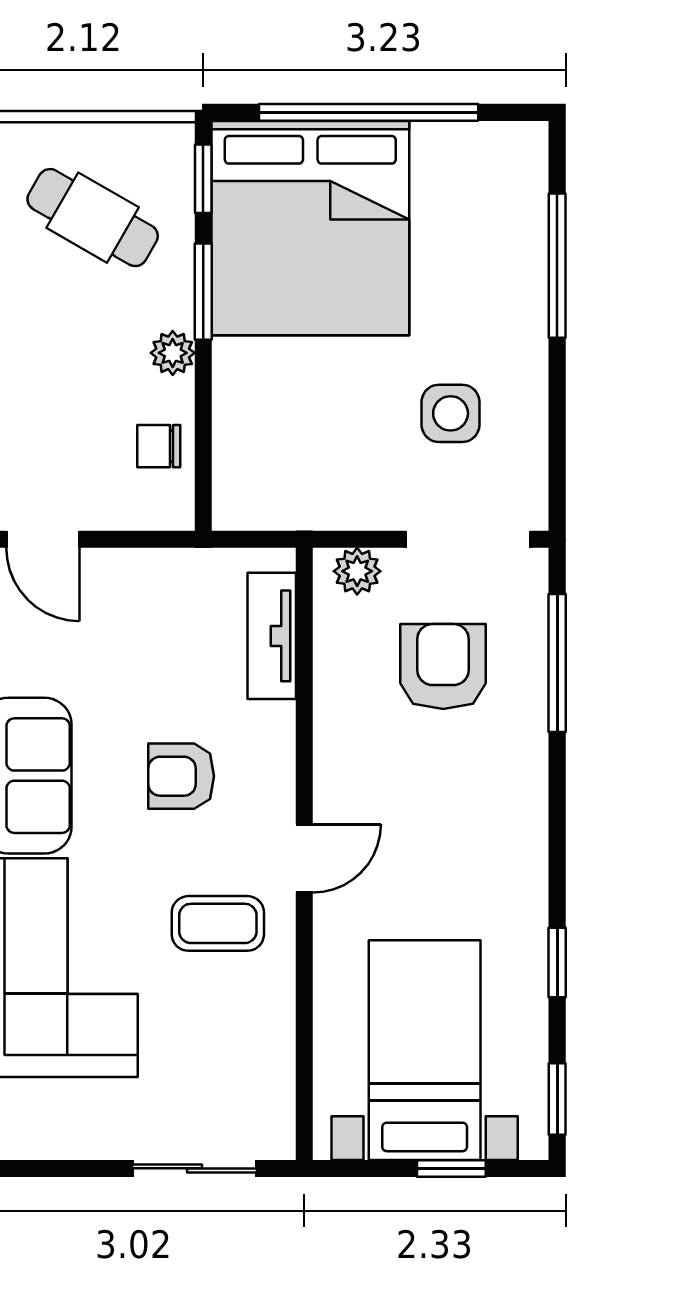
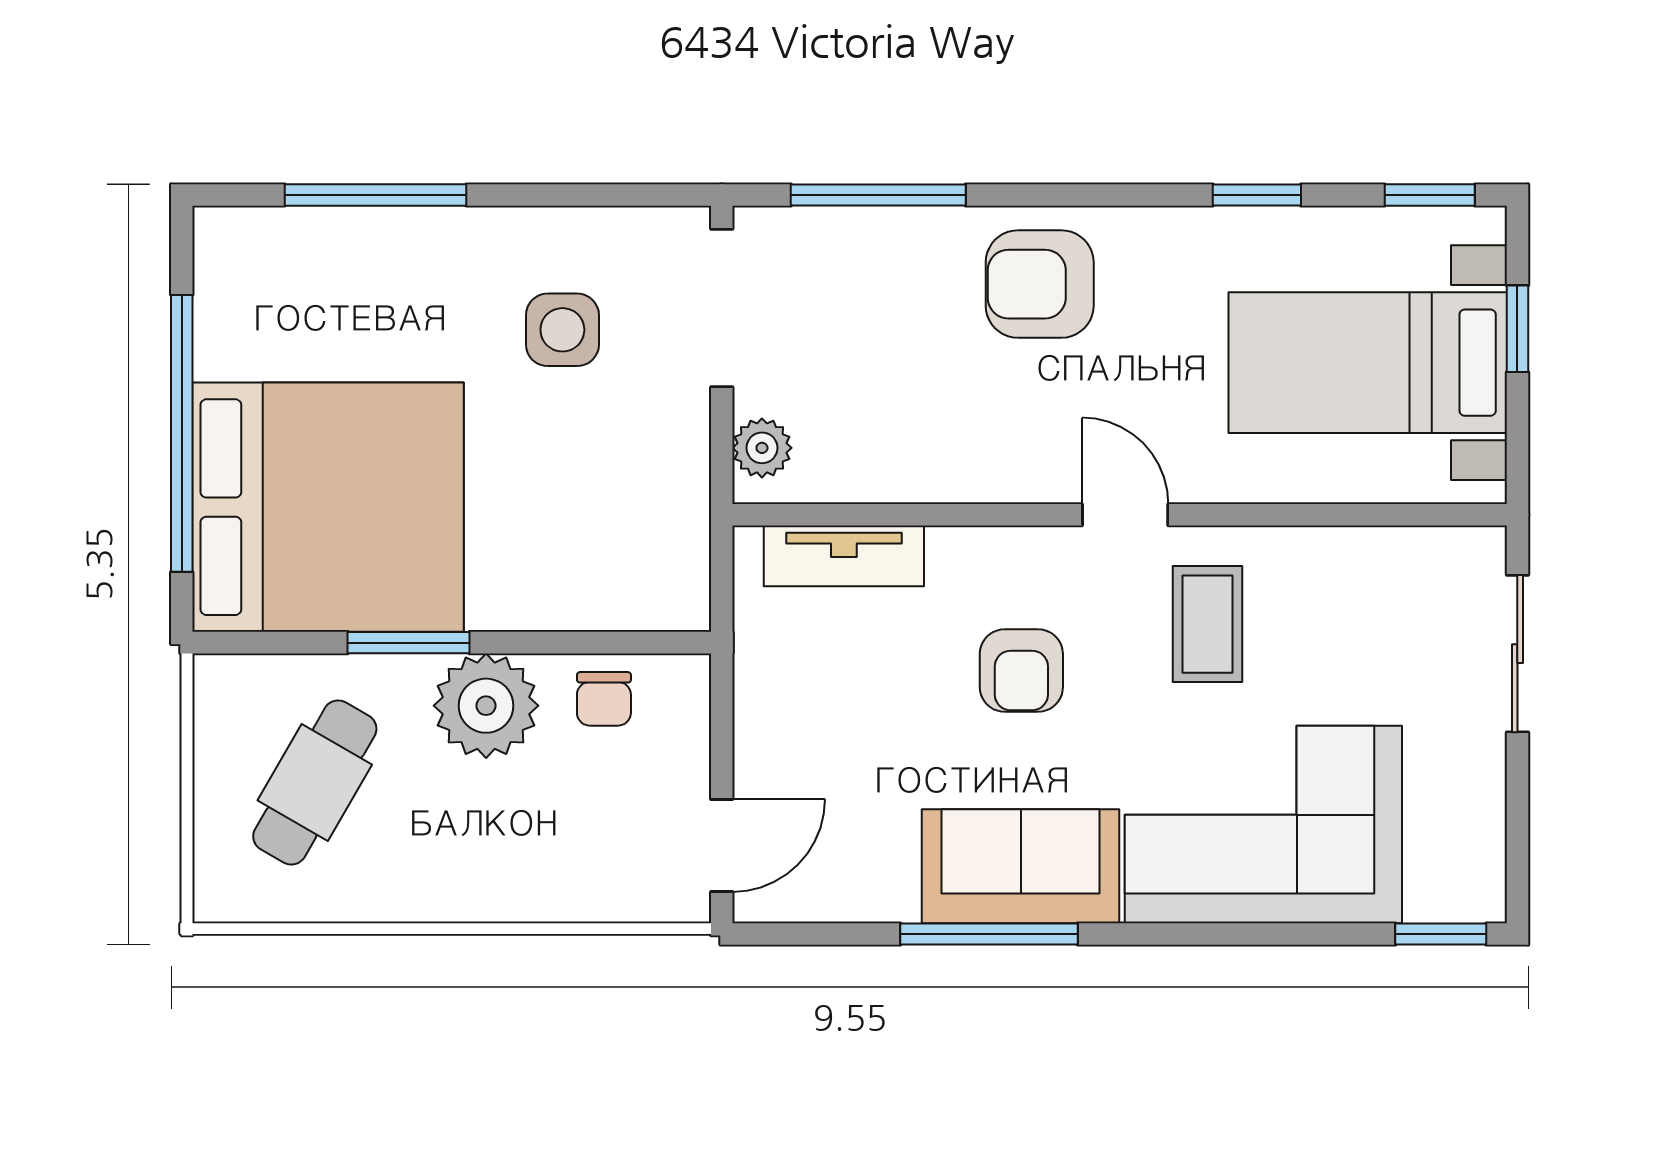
window: (203, 179) -> (266, 643), removed
plant: (173, 353) -> (486, 706), width x1.87, depth x1.87
armchair: (443, 666) -> (1040, 284), moved

